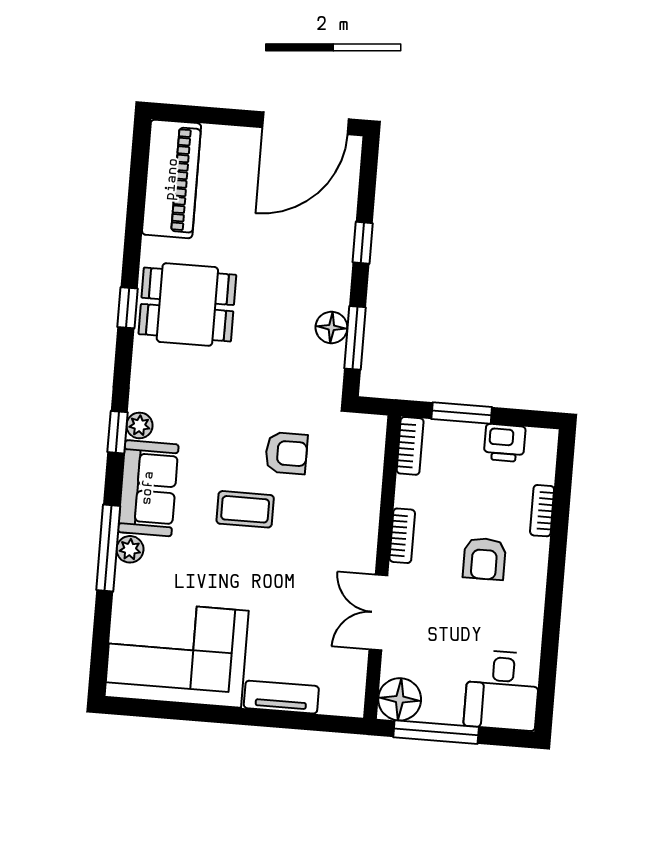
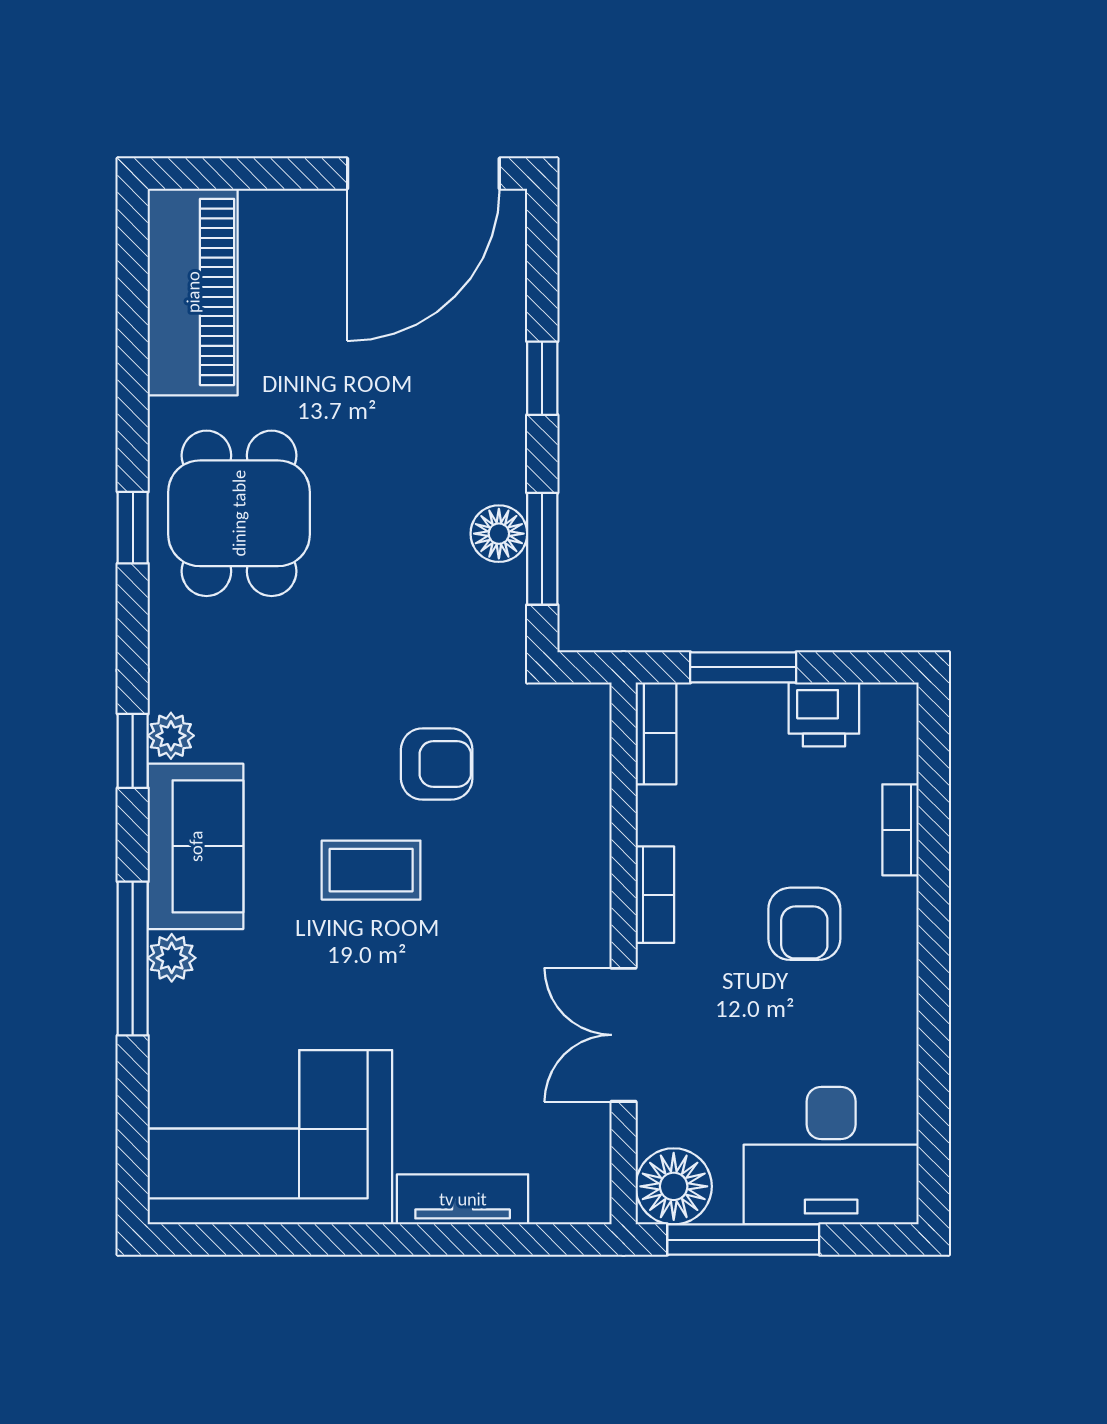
dining table: (187, 304) -> (239, 513), turned 90
desk: (502, 690) -> (831, 1156), width x1.37

